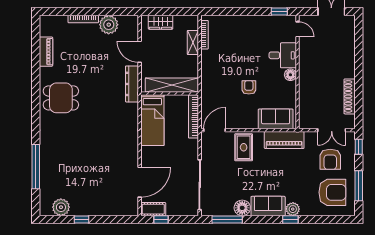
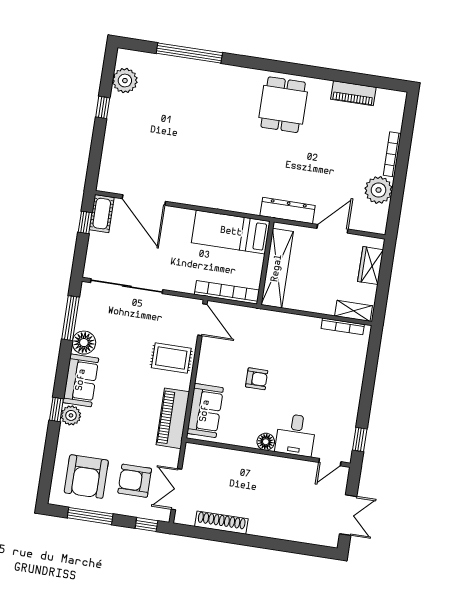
shelving: (193, 43) -> (354, 311), moved

